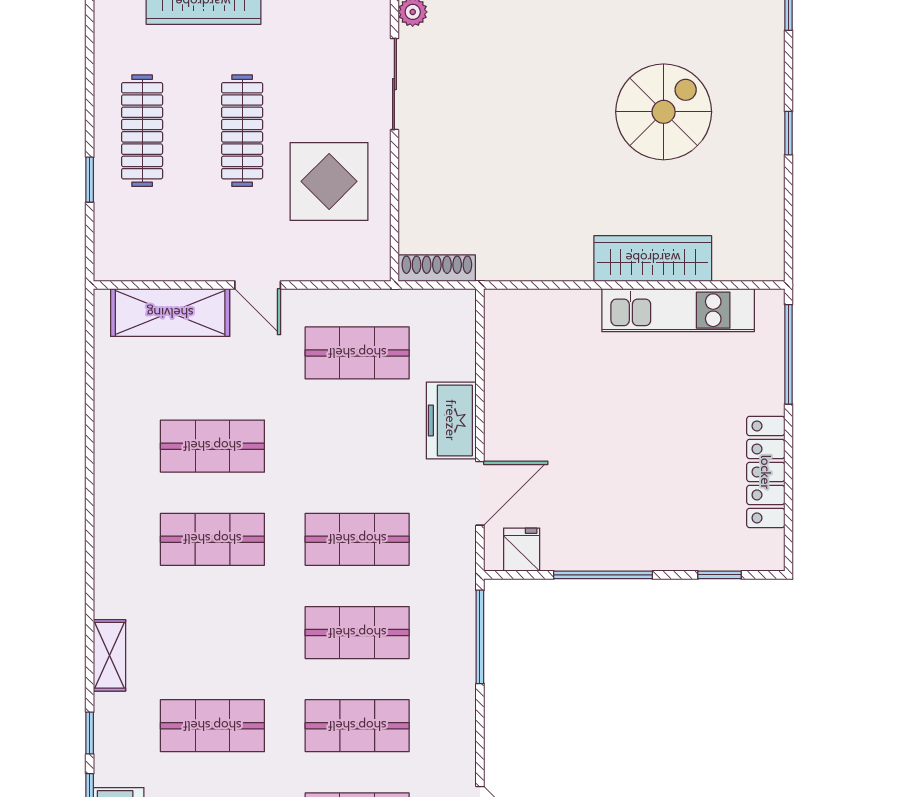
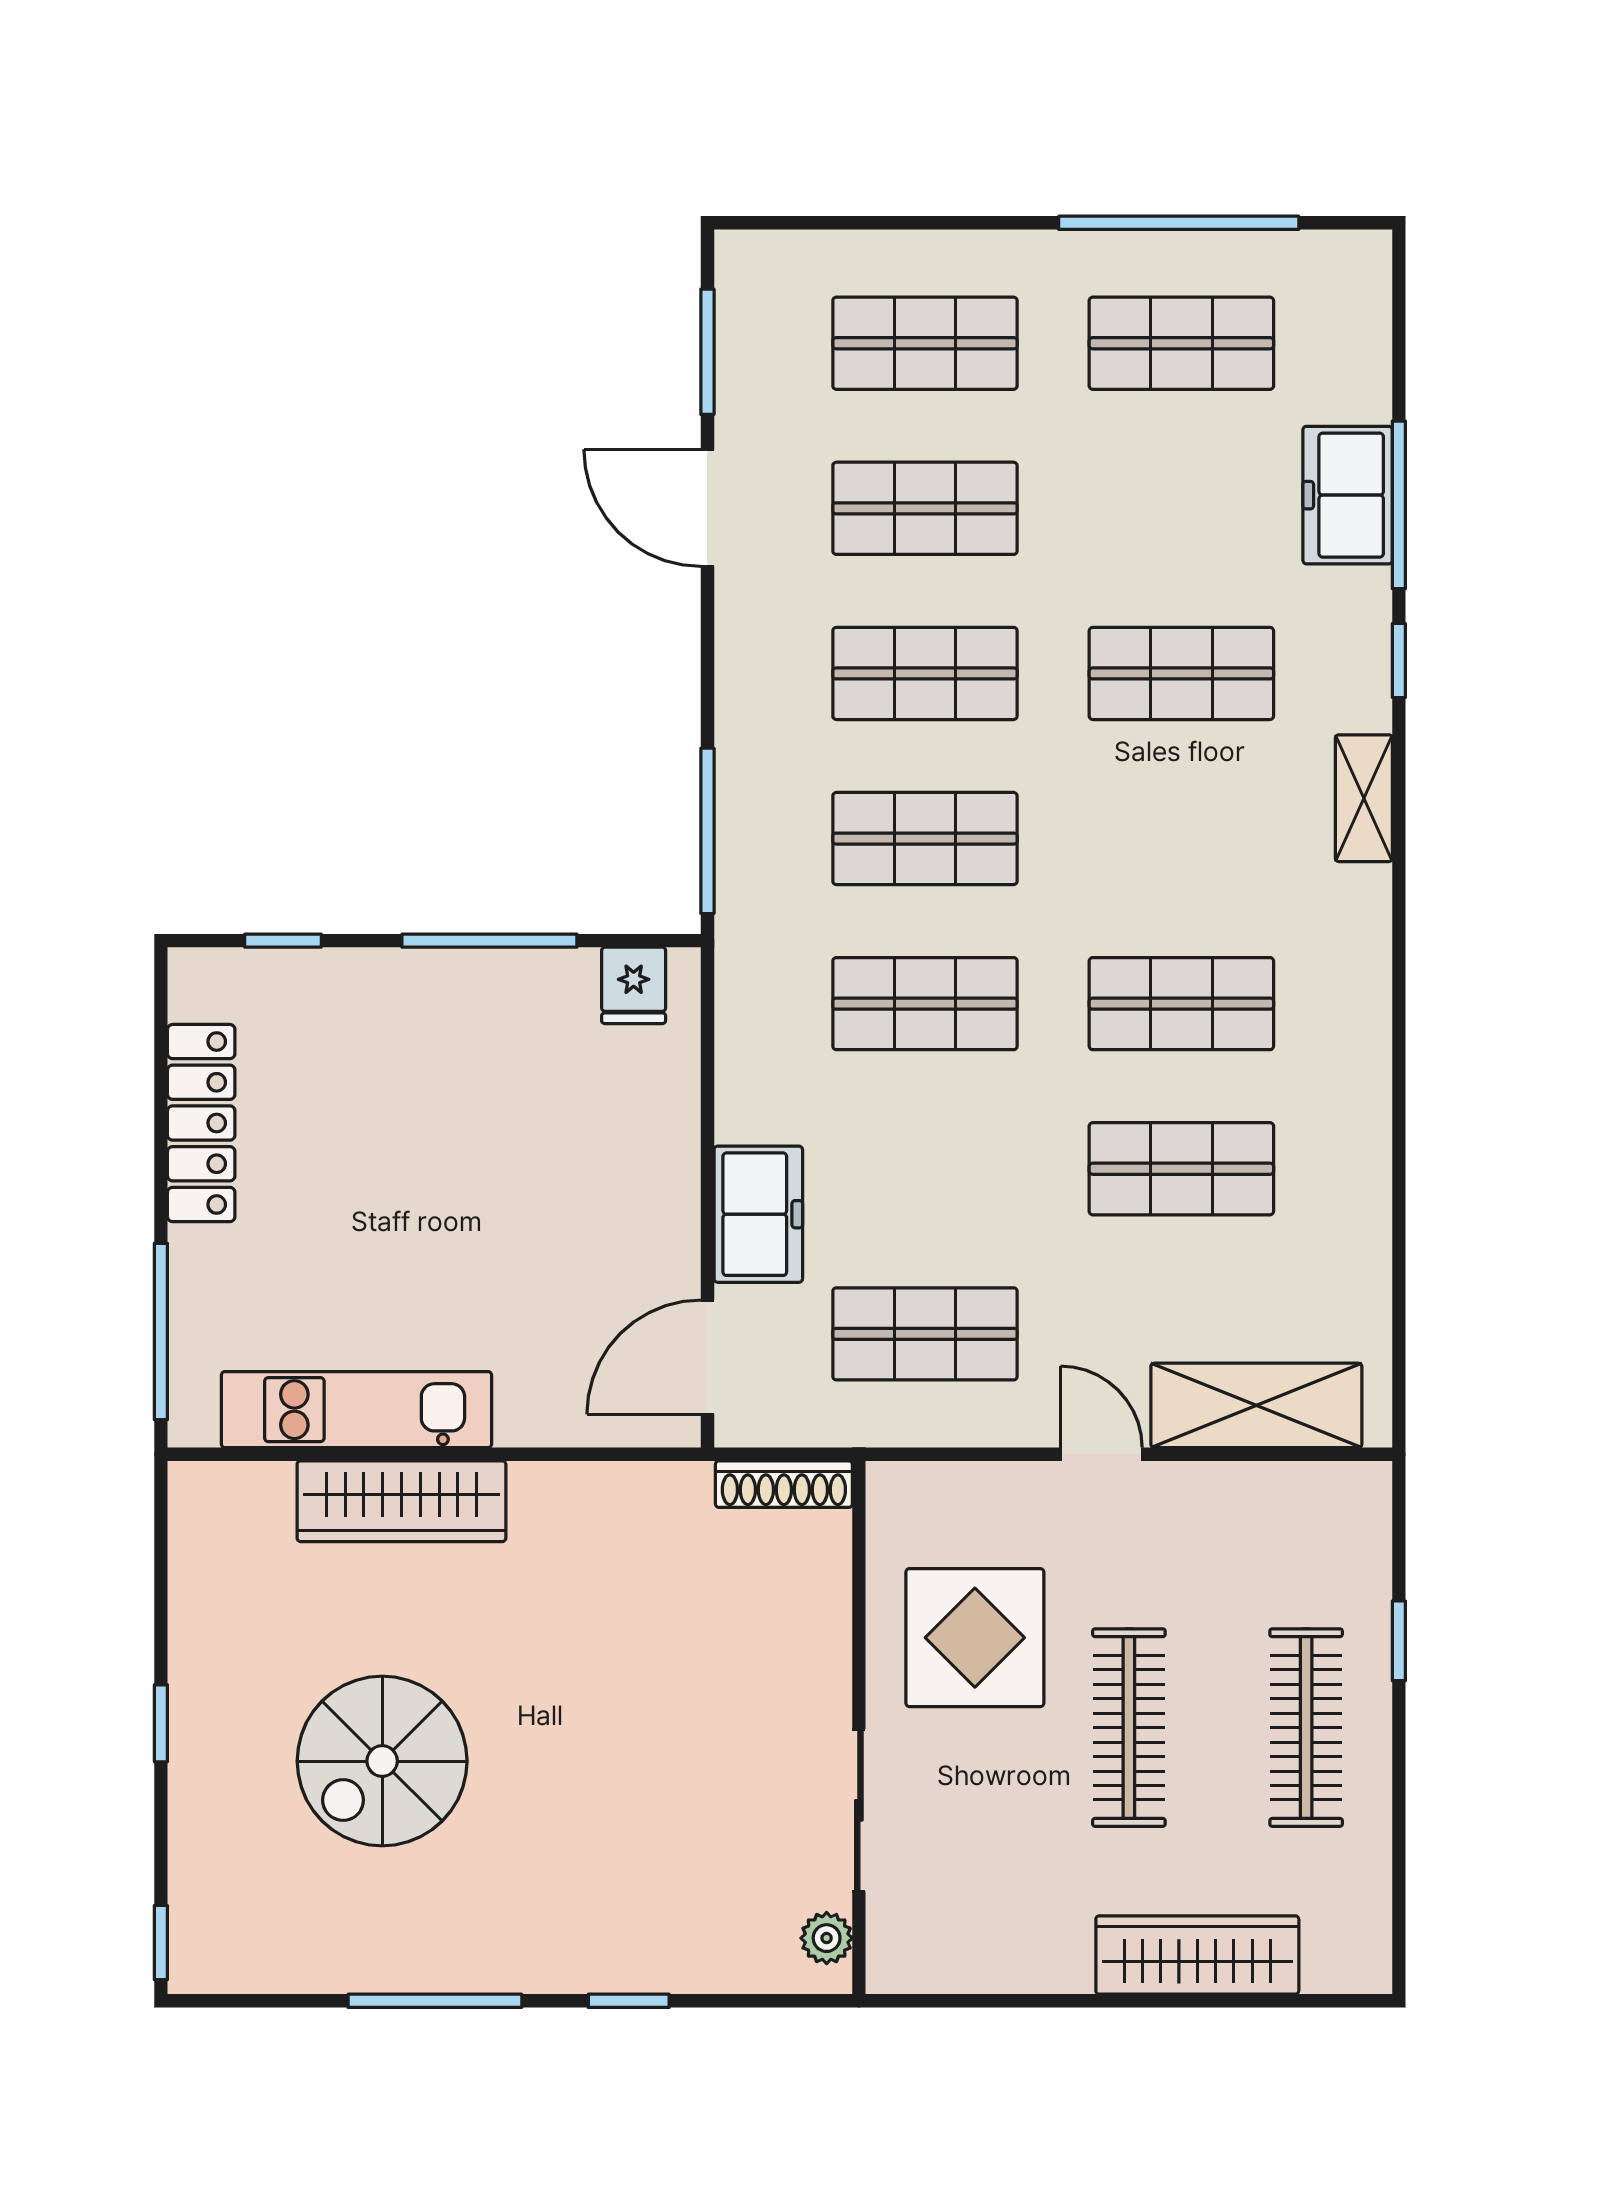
door: (480, 493) -> (707, 1357), moved

